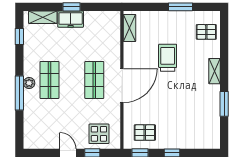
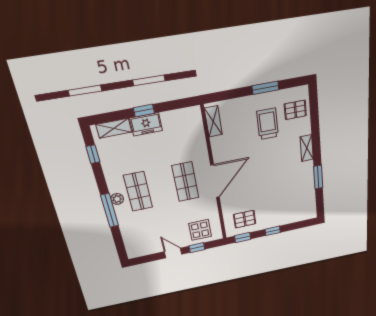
trolley: (168, 58) -> (268, 124), moved

